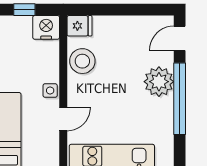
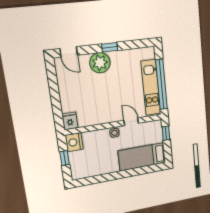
stool: (82, 61) -> (93, 115), removed
window: (180, 99) -> (110, 47), width x0.32

